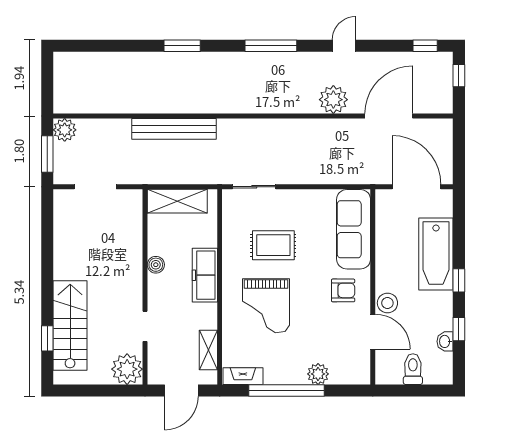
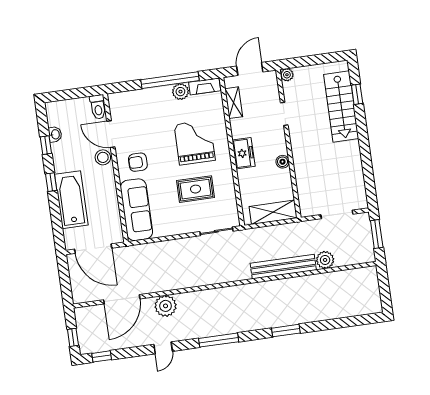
plant: (65, 130) -> (325, 260), moved
freezer: (205, 275) -> (244, 153), width x0.71
plant: (127, 369) -> (287, 75), width x0.53, depth x0.53
toilet: (413, 369) -> (98, 107), moved
plant: (318, 374) -> (180, 92), moved

